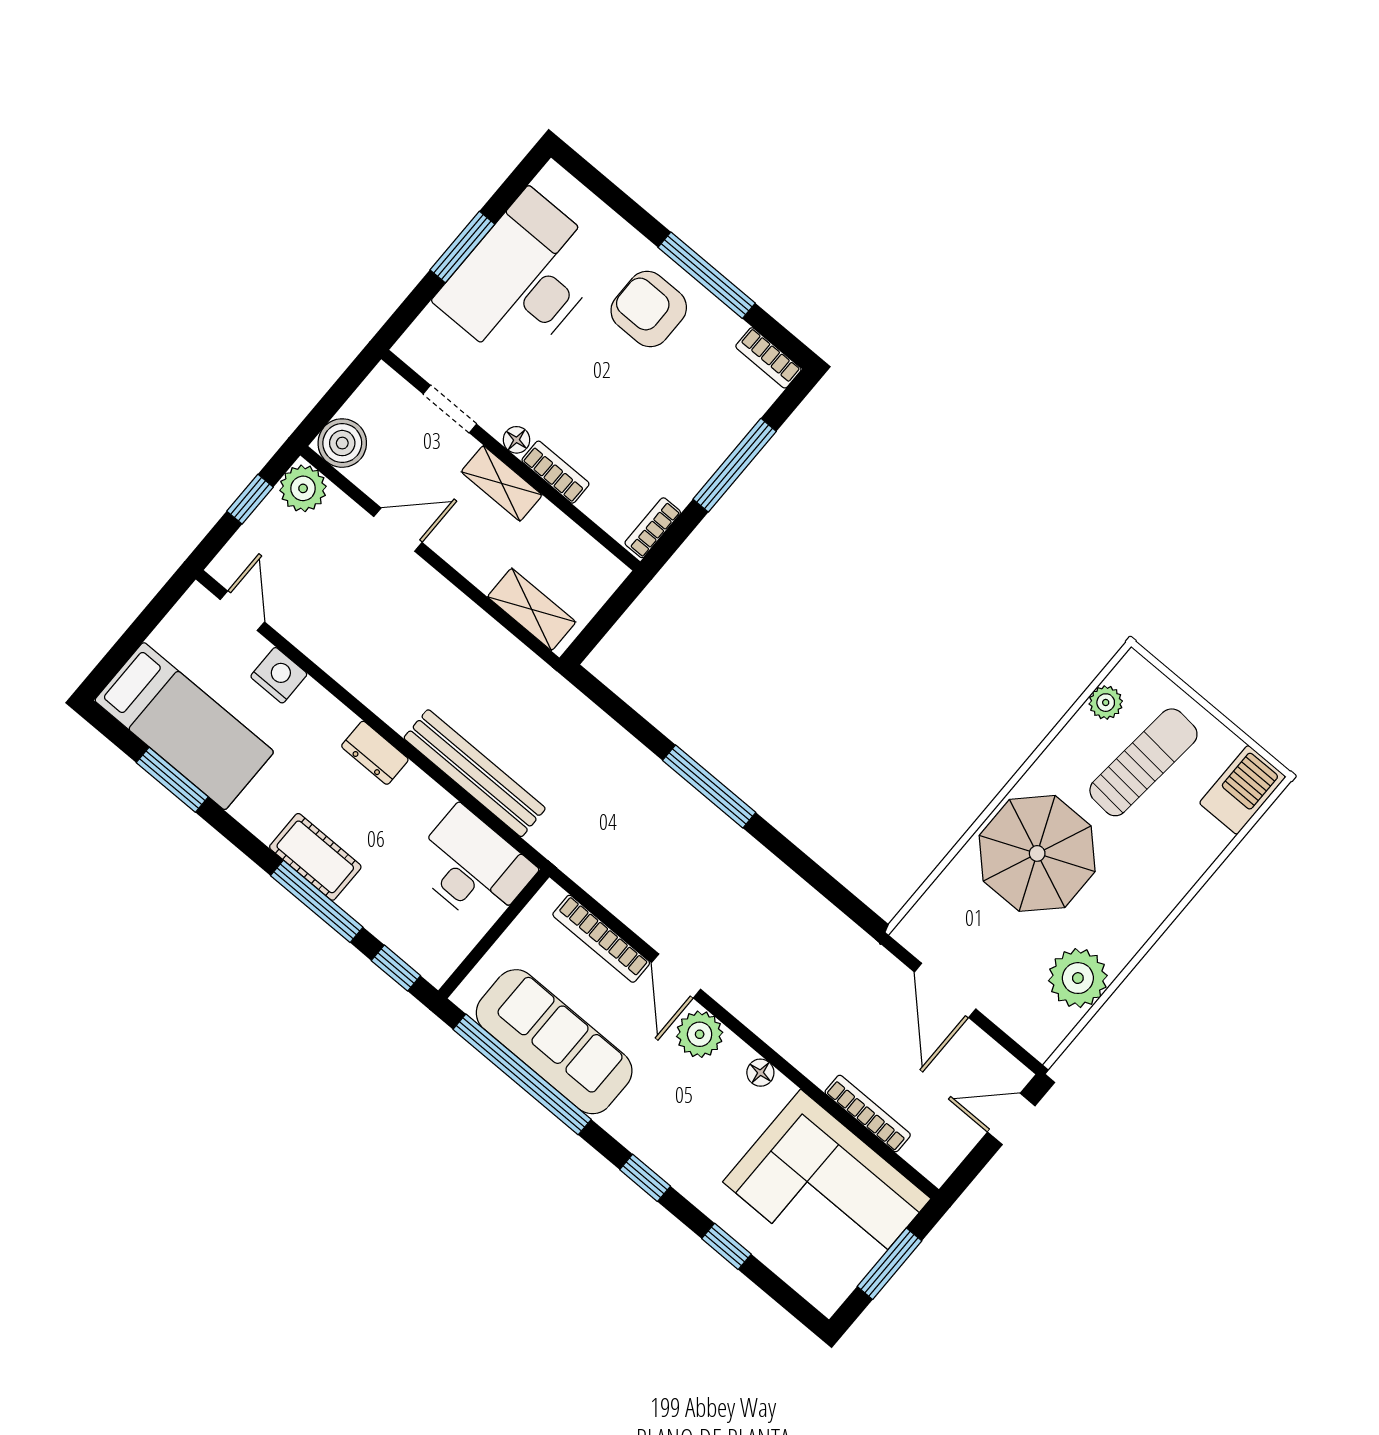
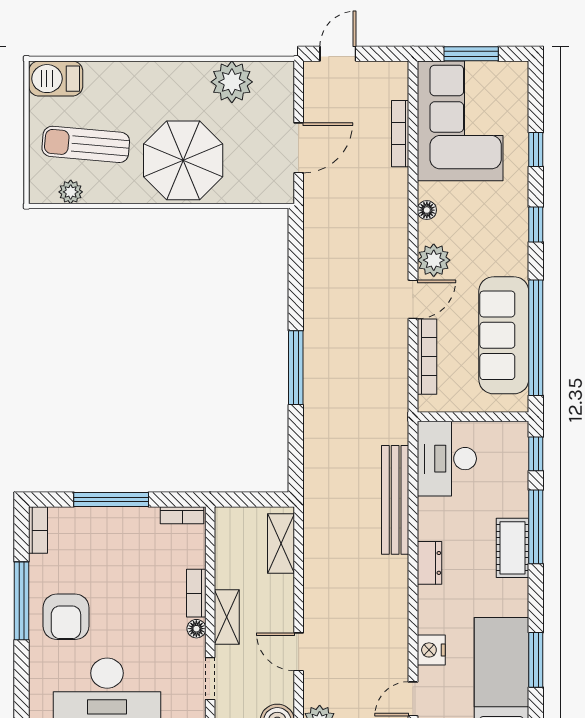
door: (1011, 1119) -> (338, 54), swing flipped

